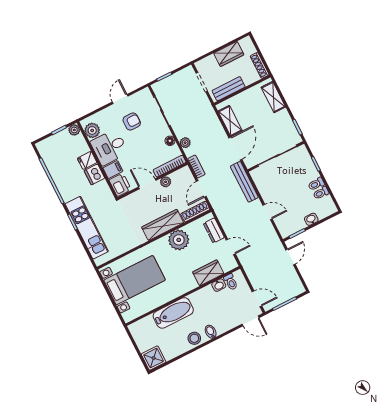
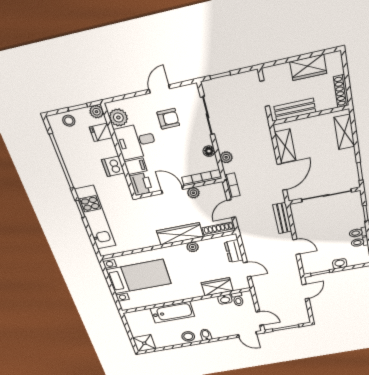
stool: (53, 143) -> (69, 121), added
fridge: (87, 160) -> (101, 132), moved
bench: (244, 182) -> (282, 218), width x0.73
plant: (179, 240) -> (193, 247), width x0.53, depth x0.53

